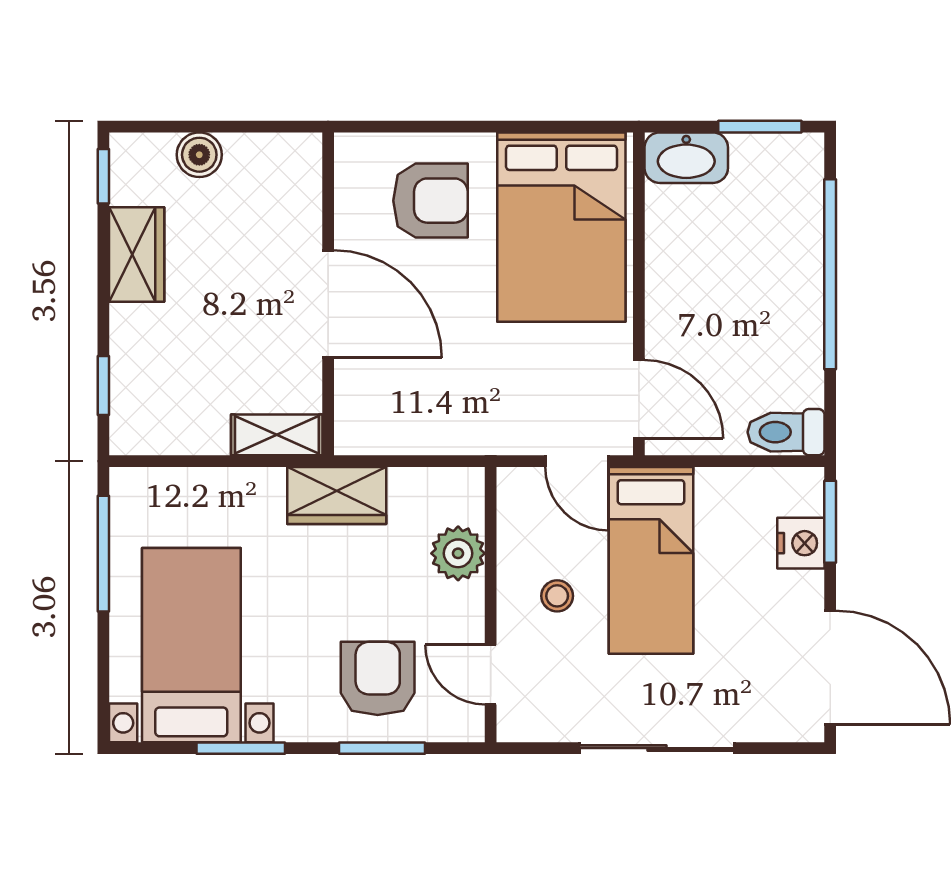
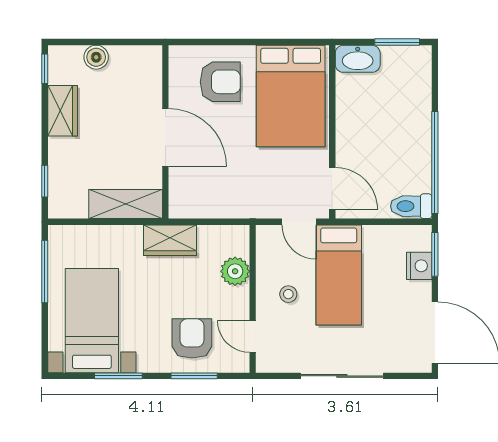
window: (830, 274) -> (435, 162), moved
shelving: (277, 435) -> (126, 204), width x1.50, depth x1.33

